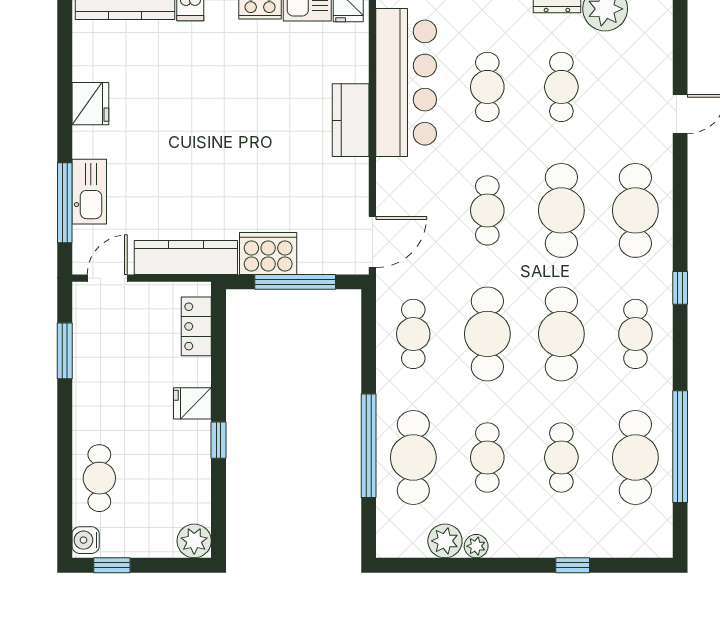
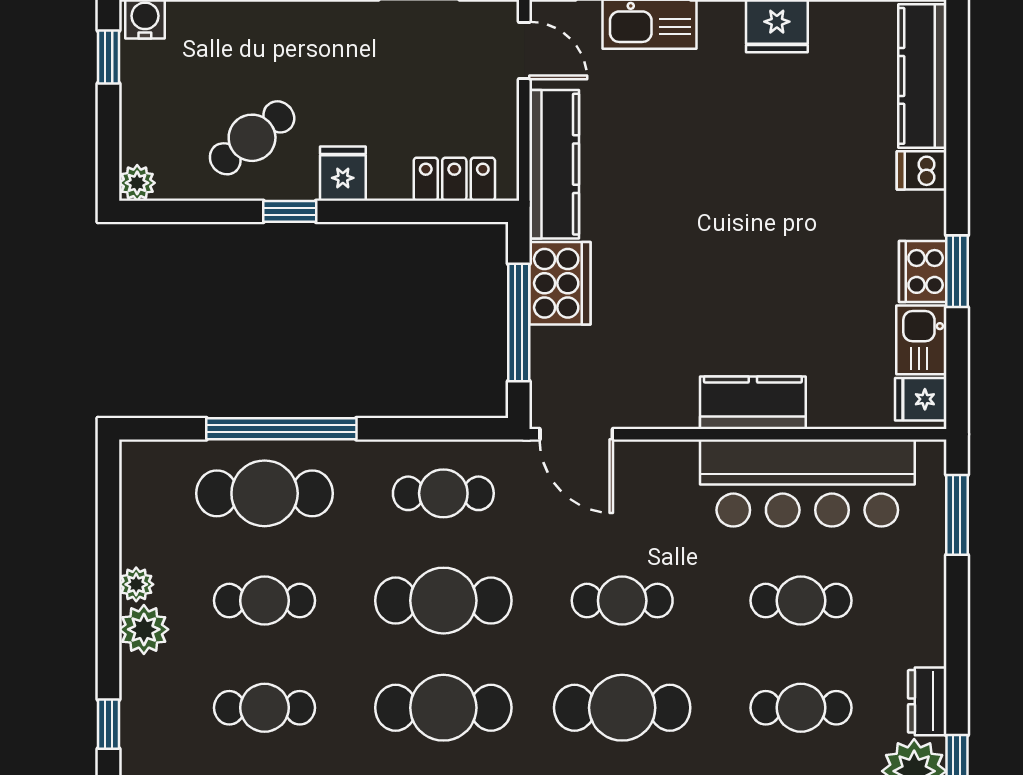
cafe table: (99, 478) -> (252, 138), moved, turned -38
plant: (194, 541) -> (137, 183), width x0.73, depth x0.73
plant: (445, 541) -> (144, 629), moved

